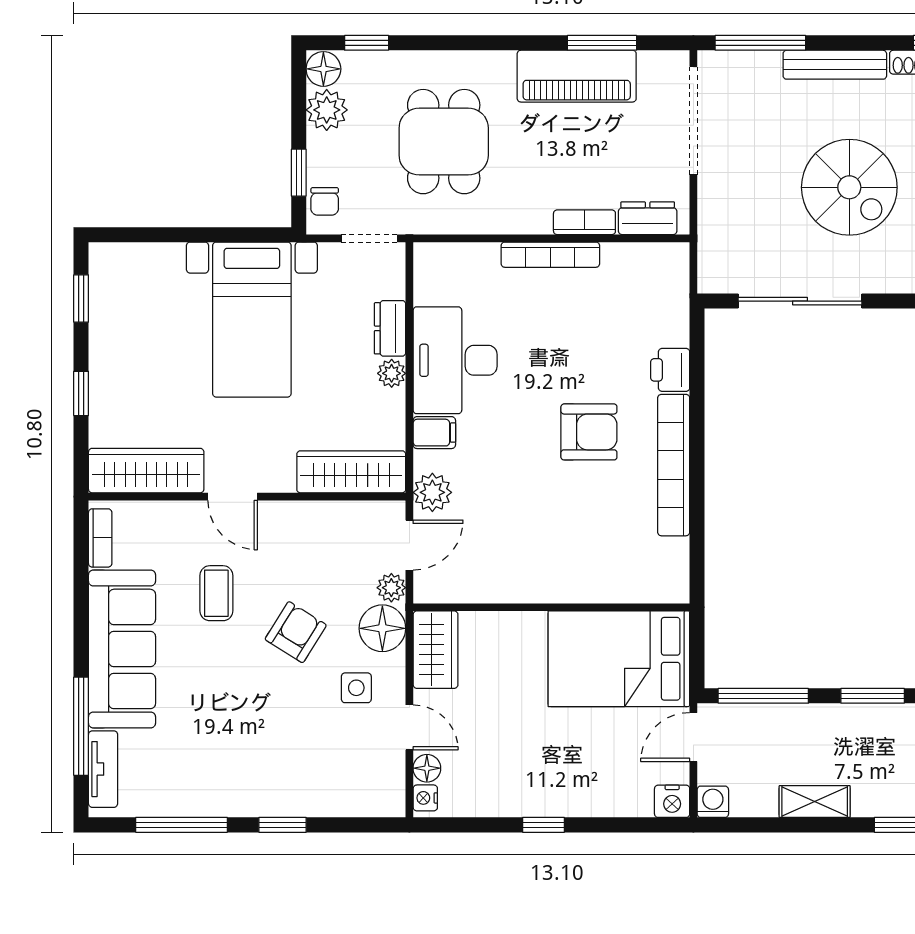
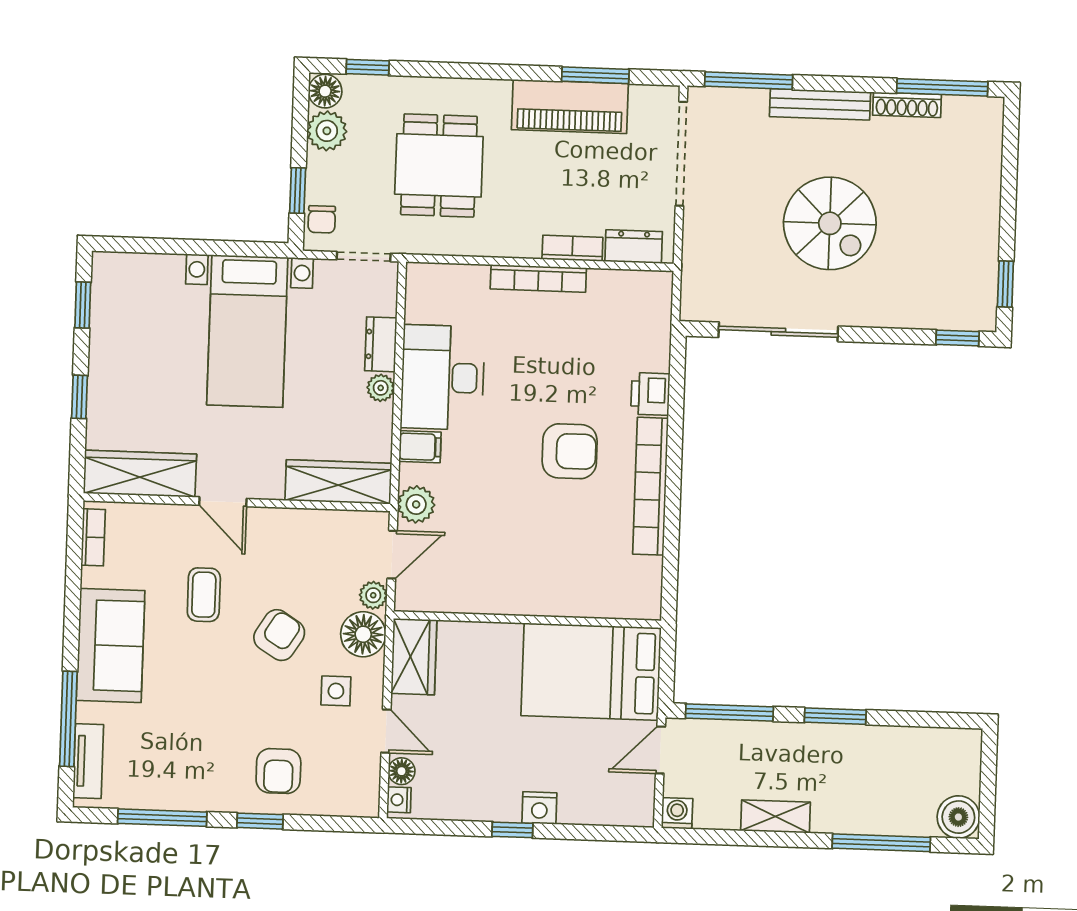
sofa: (122, 649) -> (111, 645), width x0.73
armchair: (300, 773) -> (278, 771), added
nightstand: (672, 801) -> (539, 808), moved

